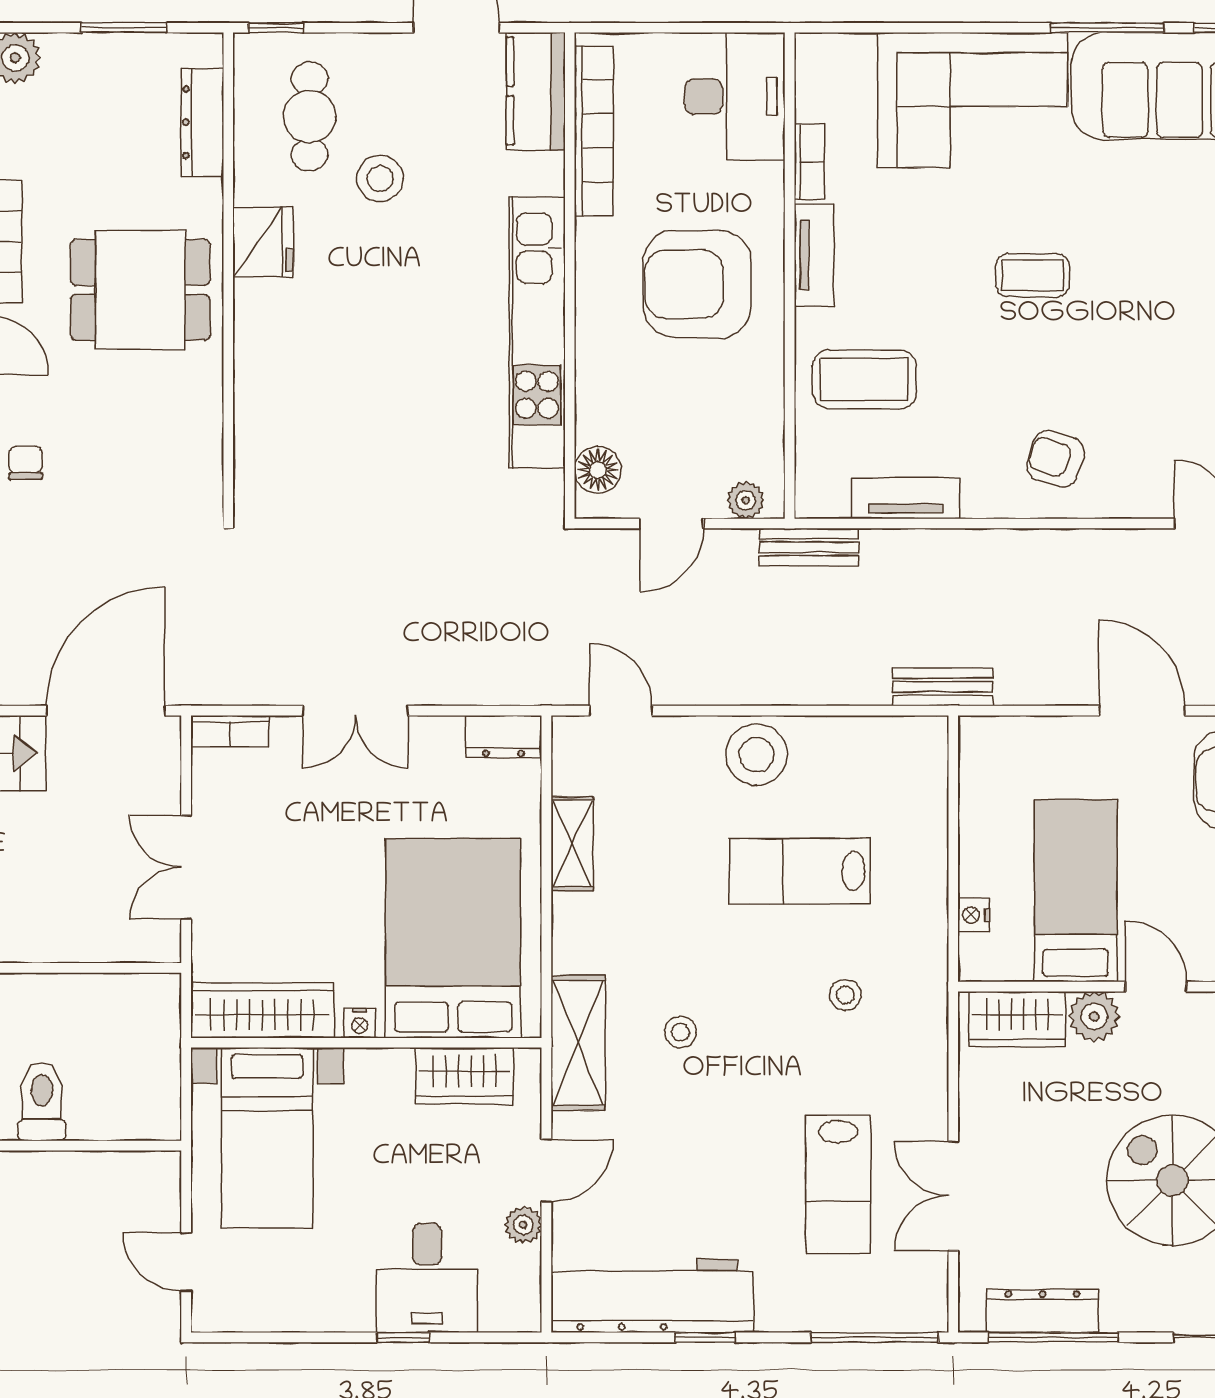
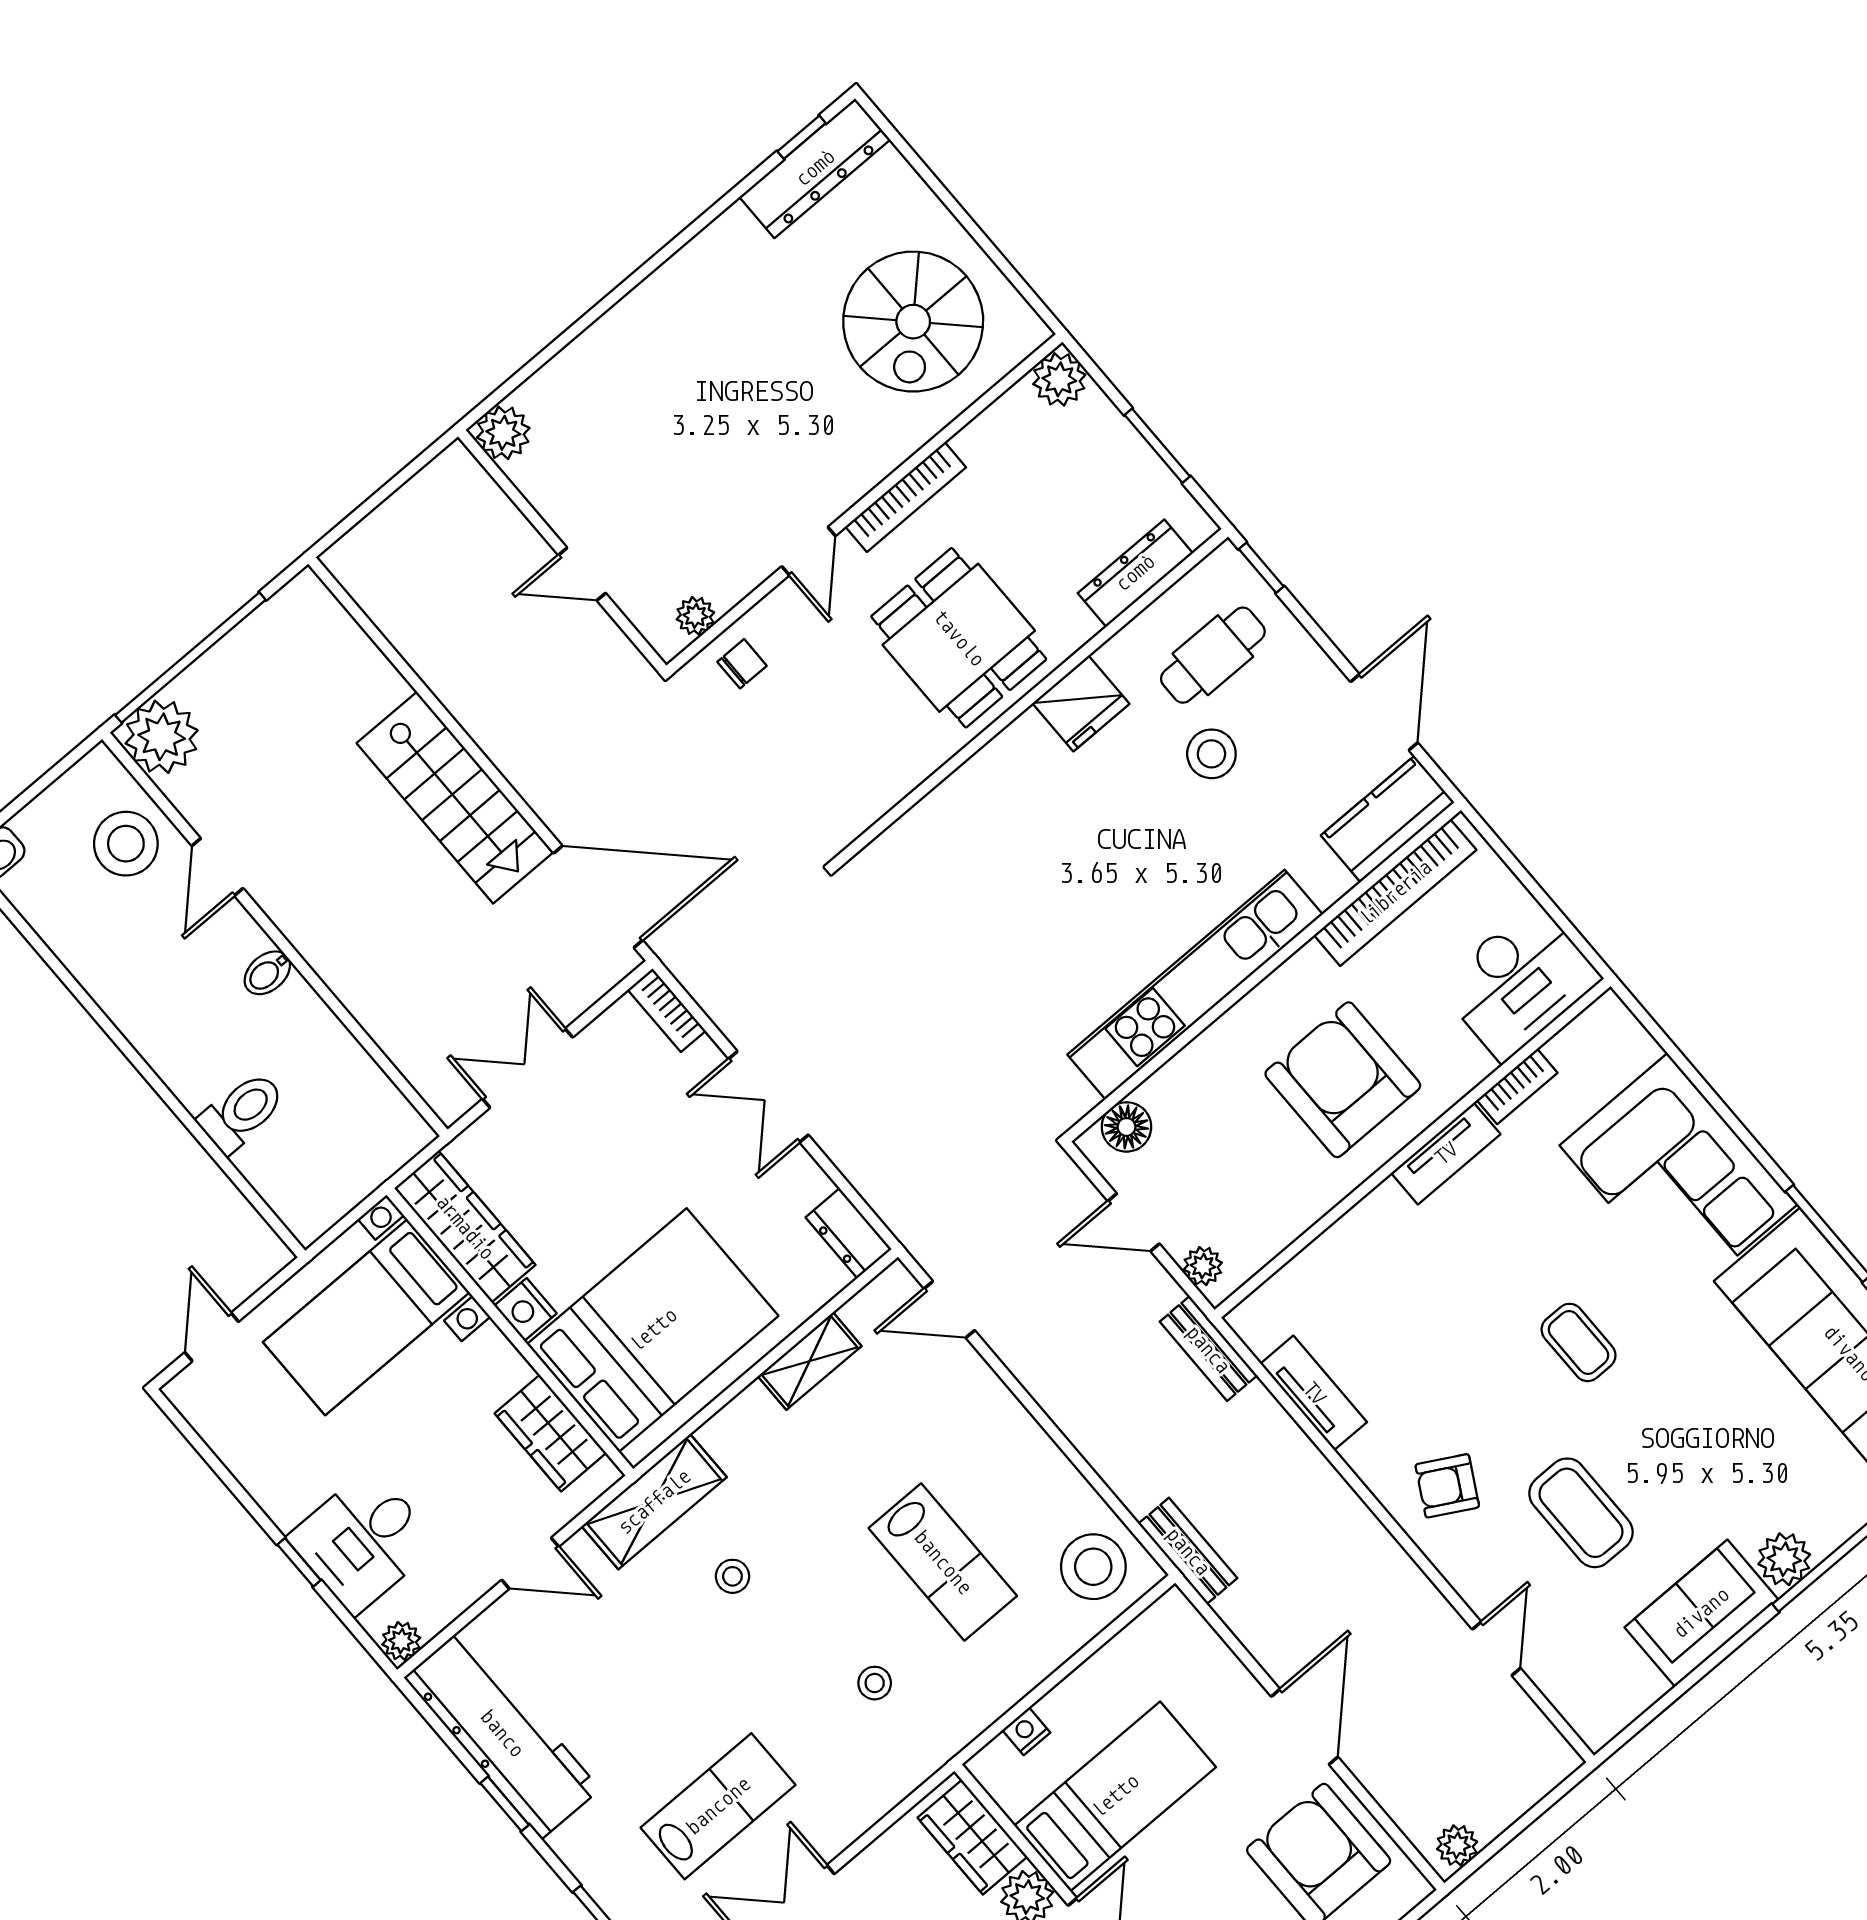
coffee table: (864, 380) -> (1581, 1513), moved
armchair: (1055, 459) -> (1447, 1486), turned -79
door: (621, 711) -> (949, 1309), swing flipped
stool: (756, 755) -> (1093, 1567), moved
lab bench: (800, 871) -> (943, 1562), turned 180
nightstand: (360, 1023) -> (525, 1310), width x1.39, depth x1.35
lab bench: (838, 1184) -> (718, 1806), turned 180
plant: (523, 1225) -> (401, 1641), moved

